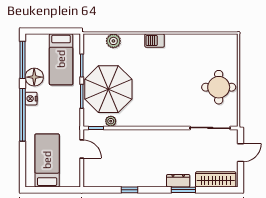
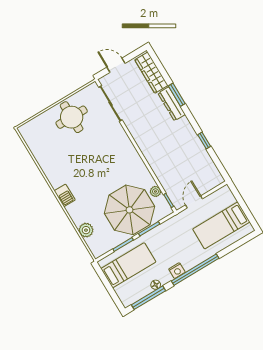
floor lamp: (34, 77) -> (156, 285), width x0.53, depth x0.53
dresser: (178, 181) -> (172, 104), width x1.44

